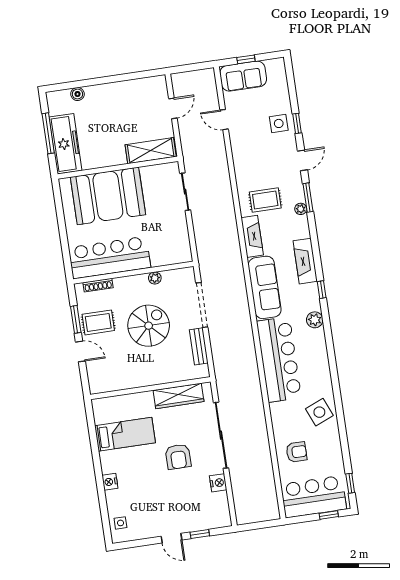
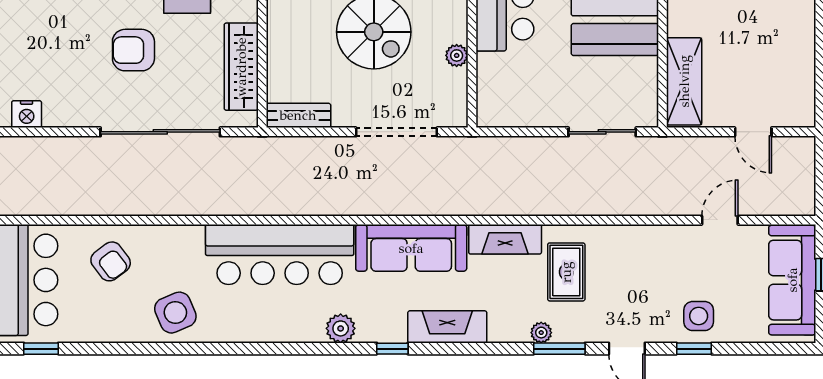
sofa: (243, 76) -> (792, 280), width x1.36
bench: (199, 346) -> (298, 115), moved
armchair: (296, 452) -> (111, 261), turned -37
nightstand: (218, 483) -> (27, 114), moved

